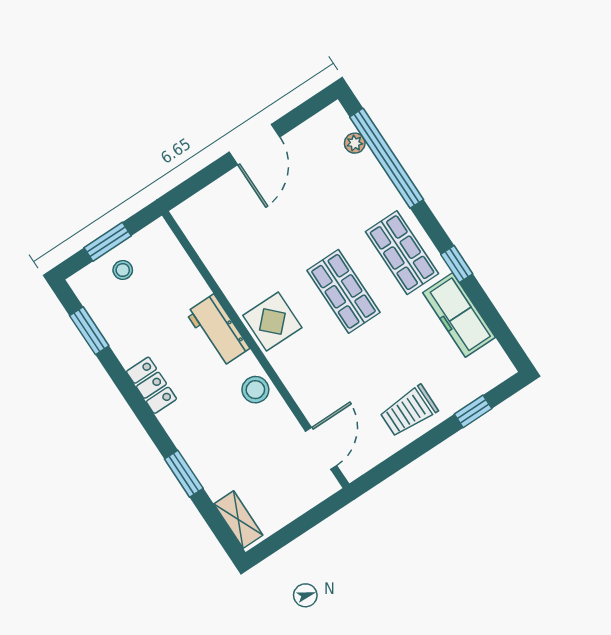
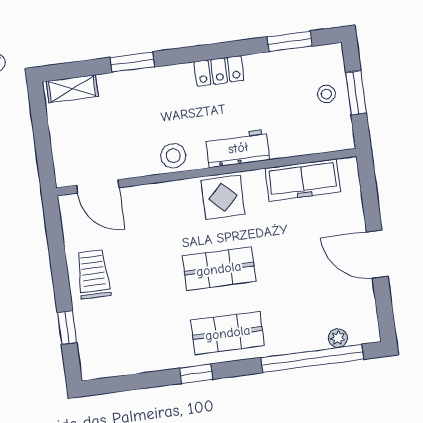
freezer: (459, 315) -> (303, 180), moved, turned 180

